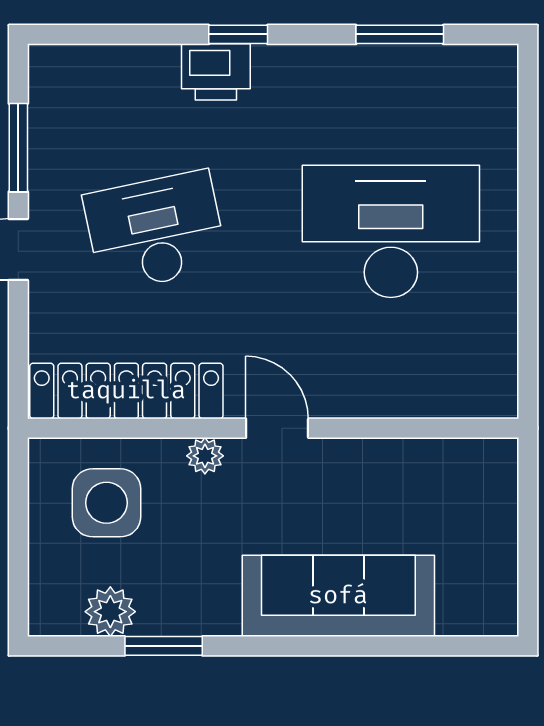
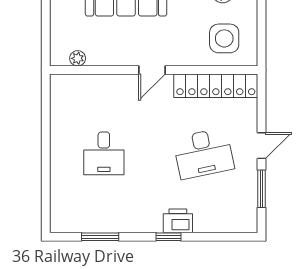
desk: (391, 231) -> (104, 153), width x0.53, depth x0.77
door: (277, 428) -> (152, 70), hinge flipped
plant: (205, 456) -> (78, 58), moved

